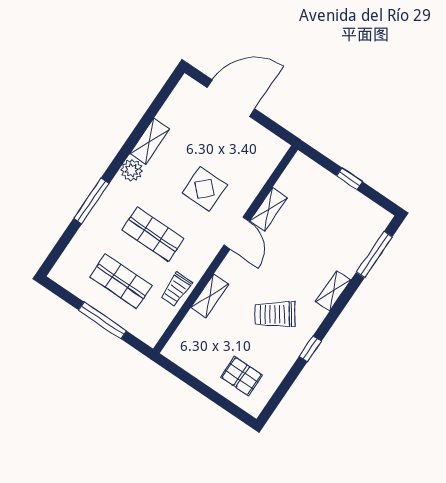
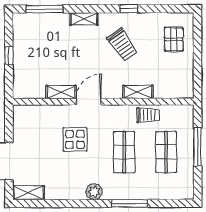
shelving: (150, 141) -> (29, 193), moved

